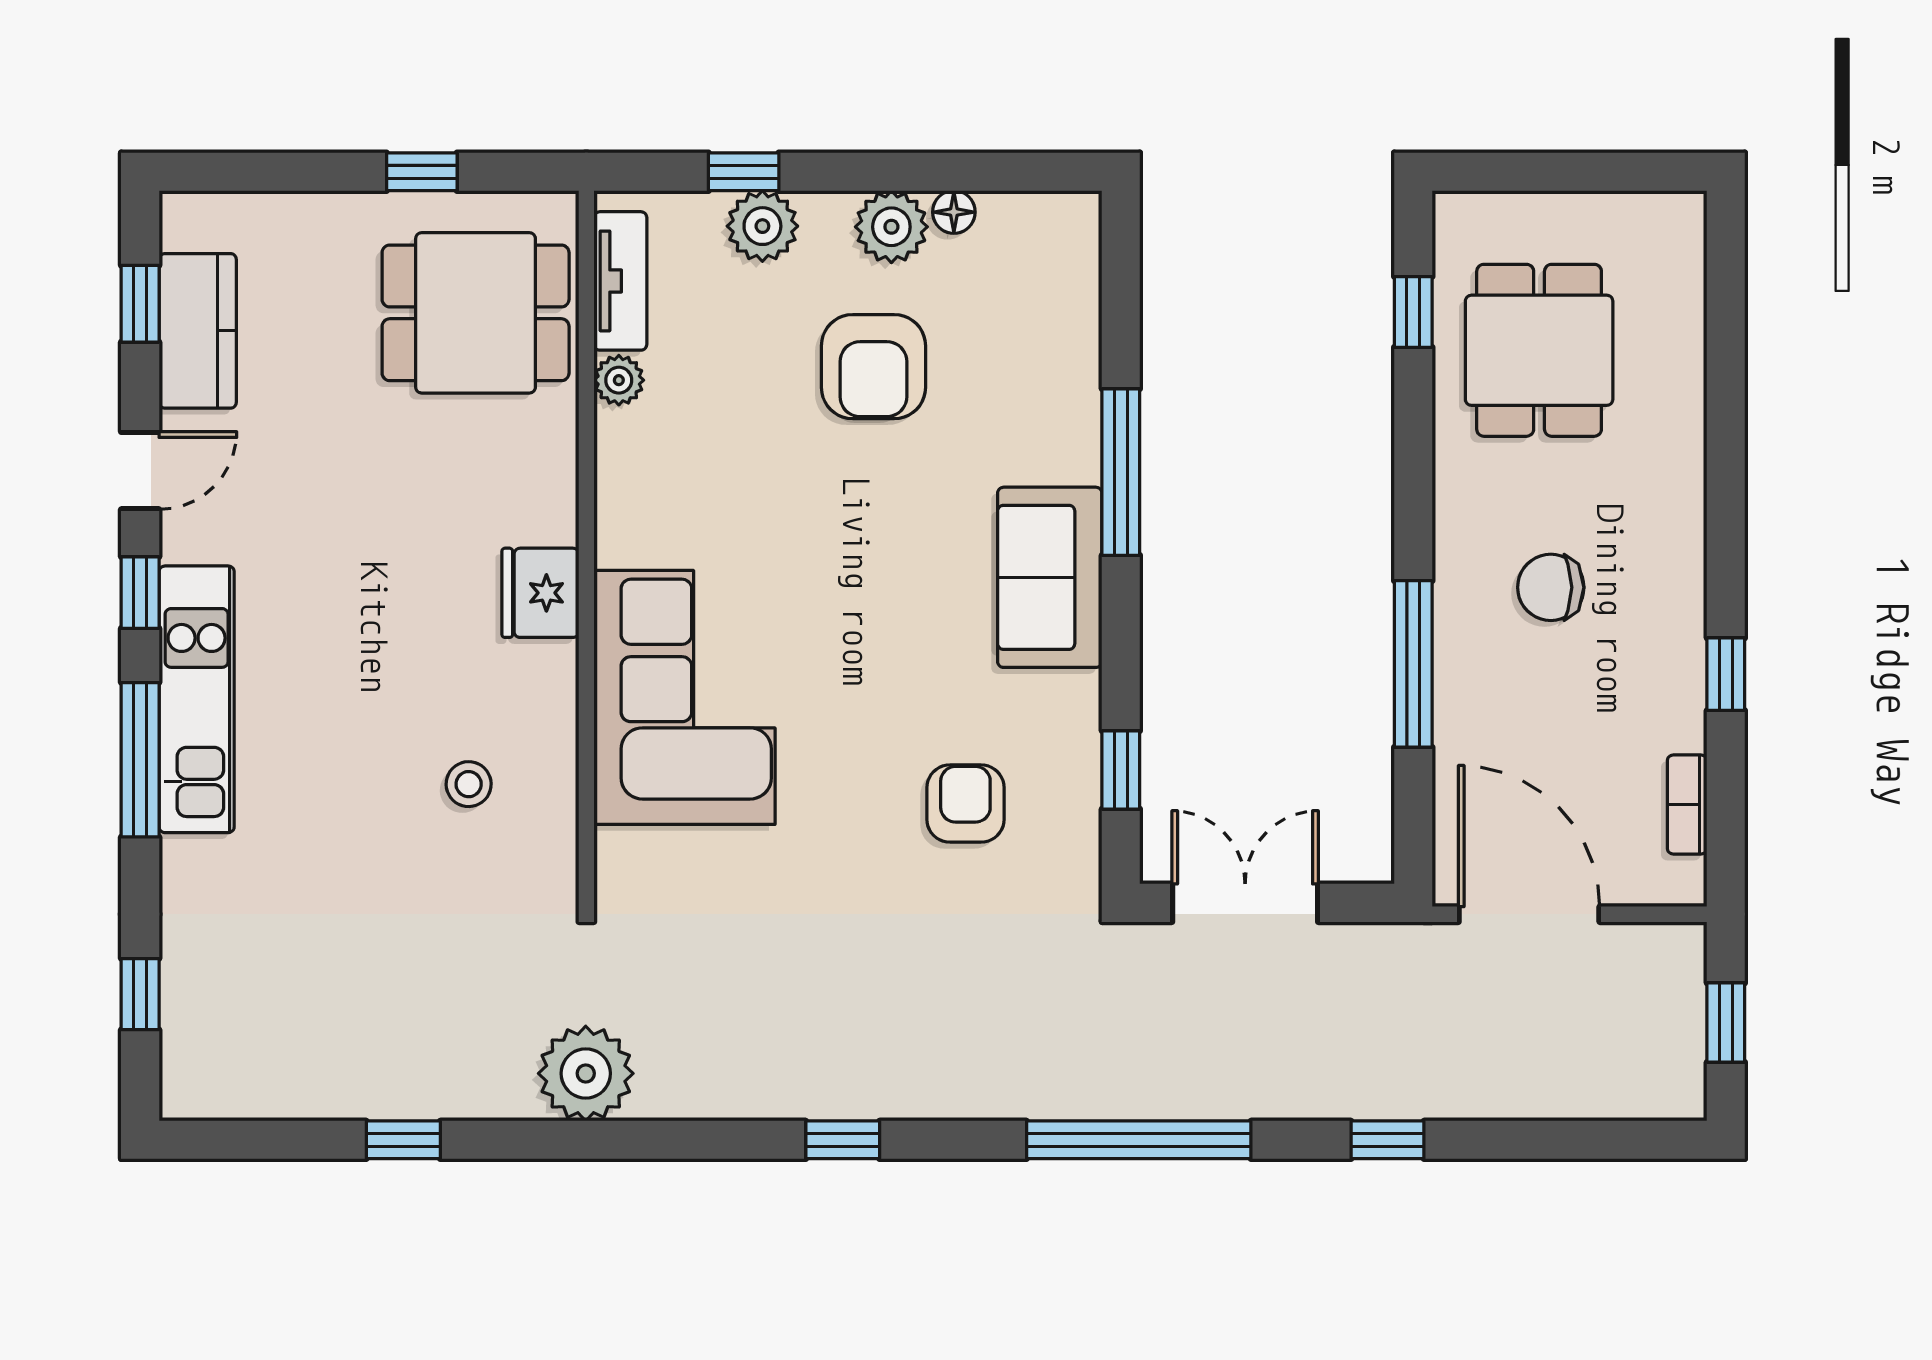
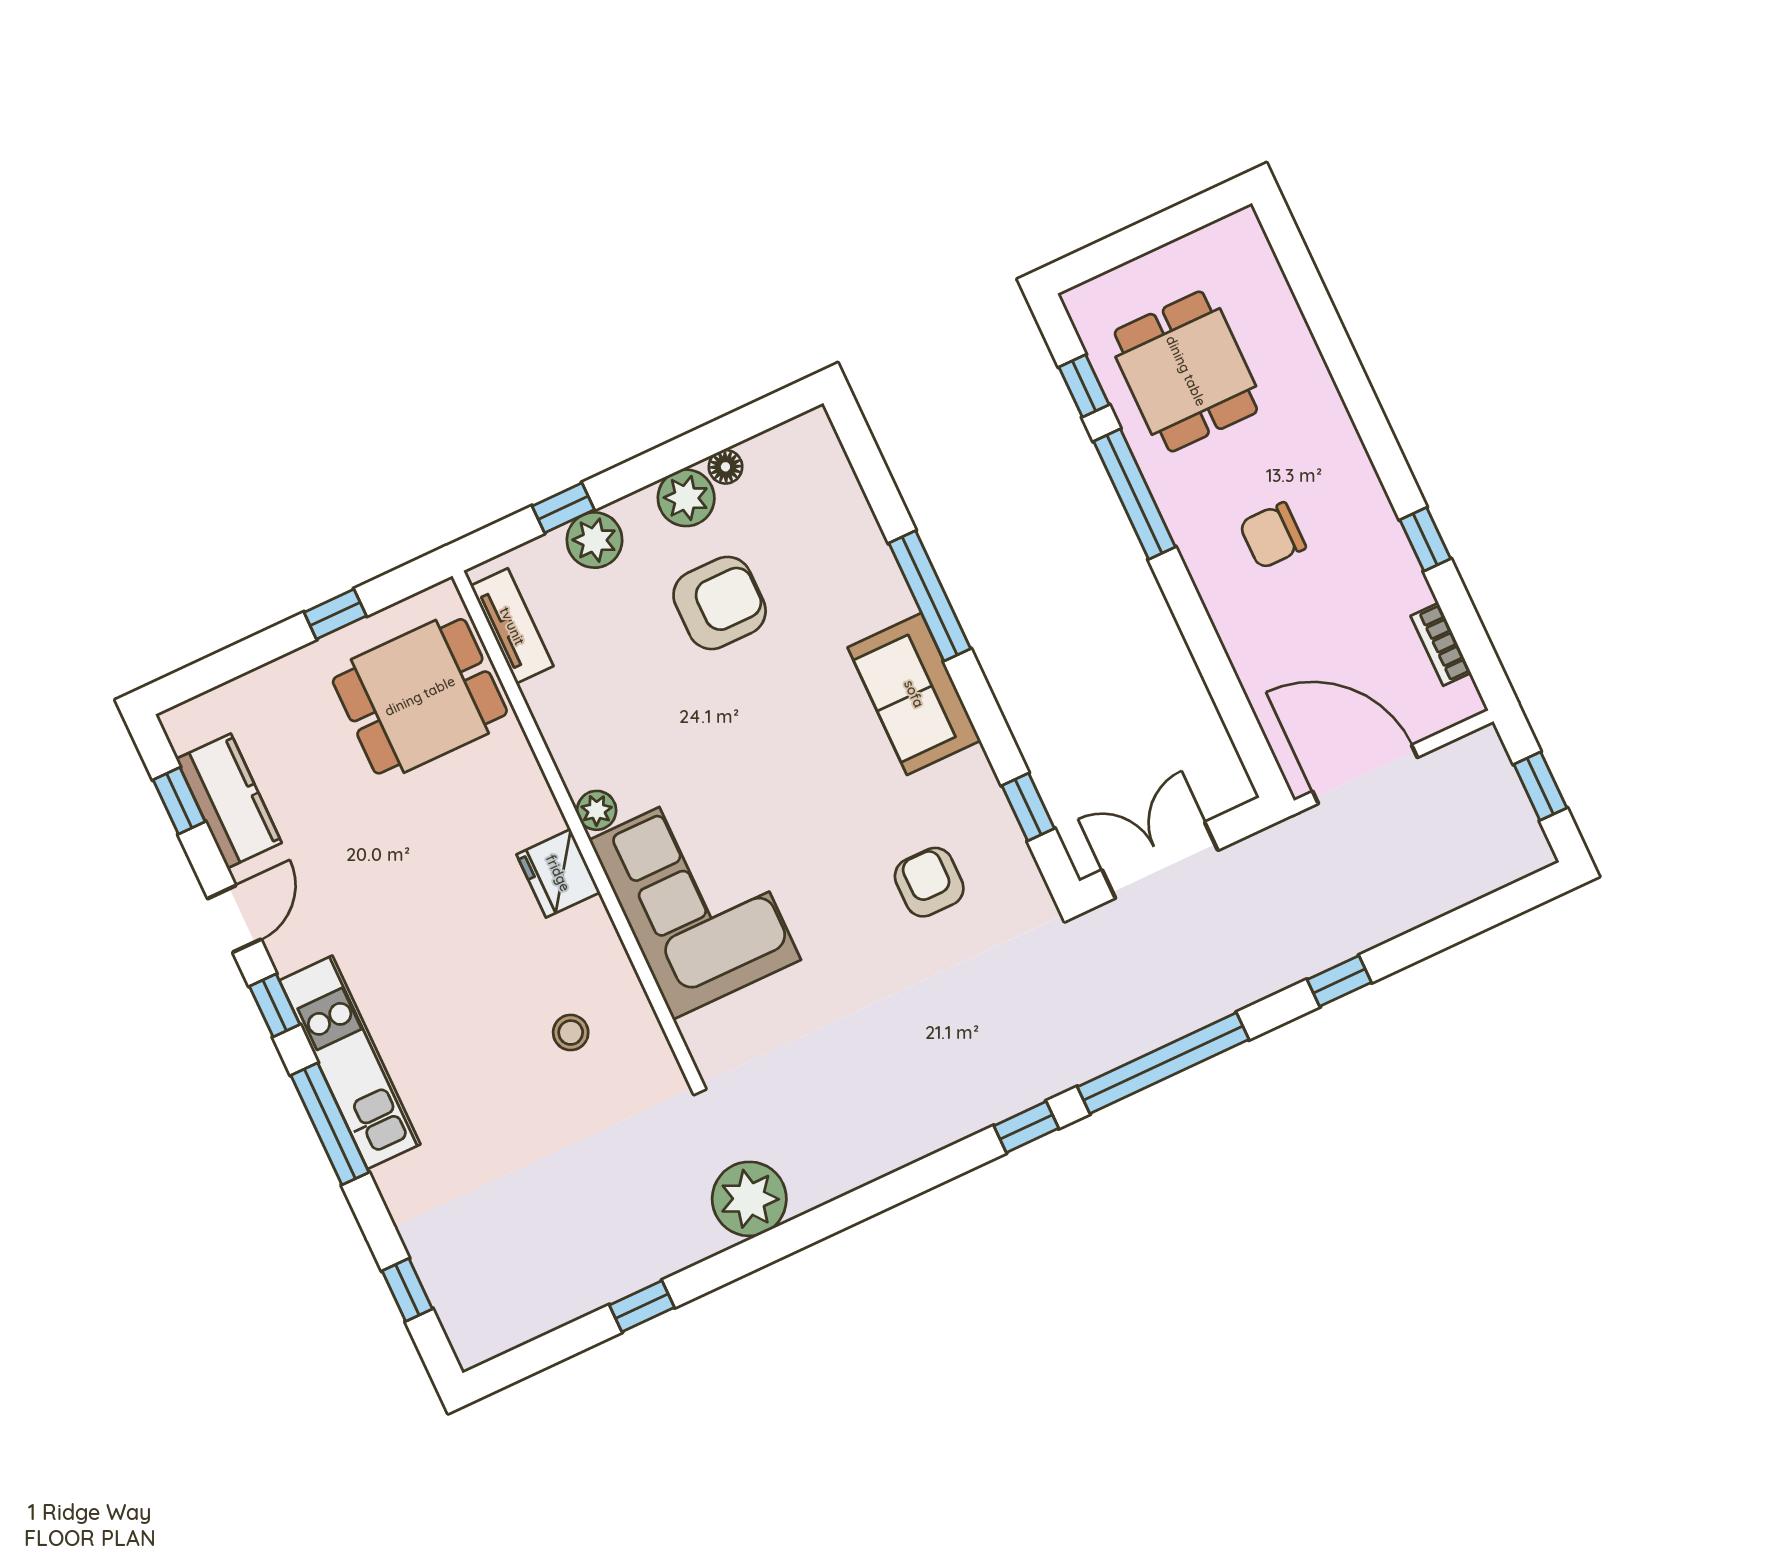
armchair: (873, 367) -> (720, 603), turned -90
plant: (619, 380) -> (597, 810), moved
window: (1413, 664) -> (1134, 494), moved
window: (843, 1140) -> (1026, 1127), moved

